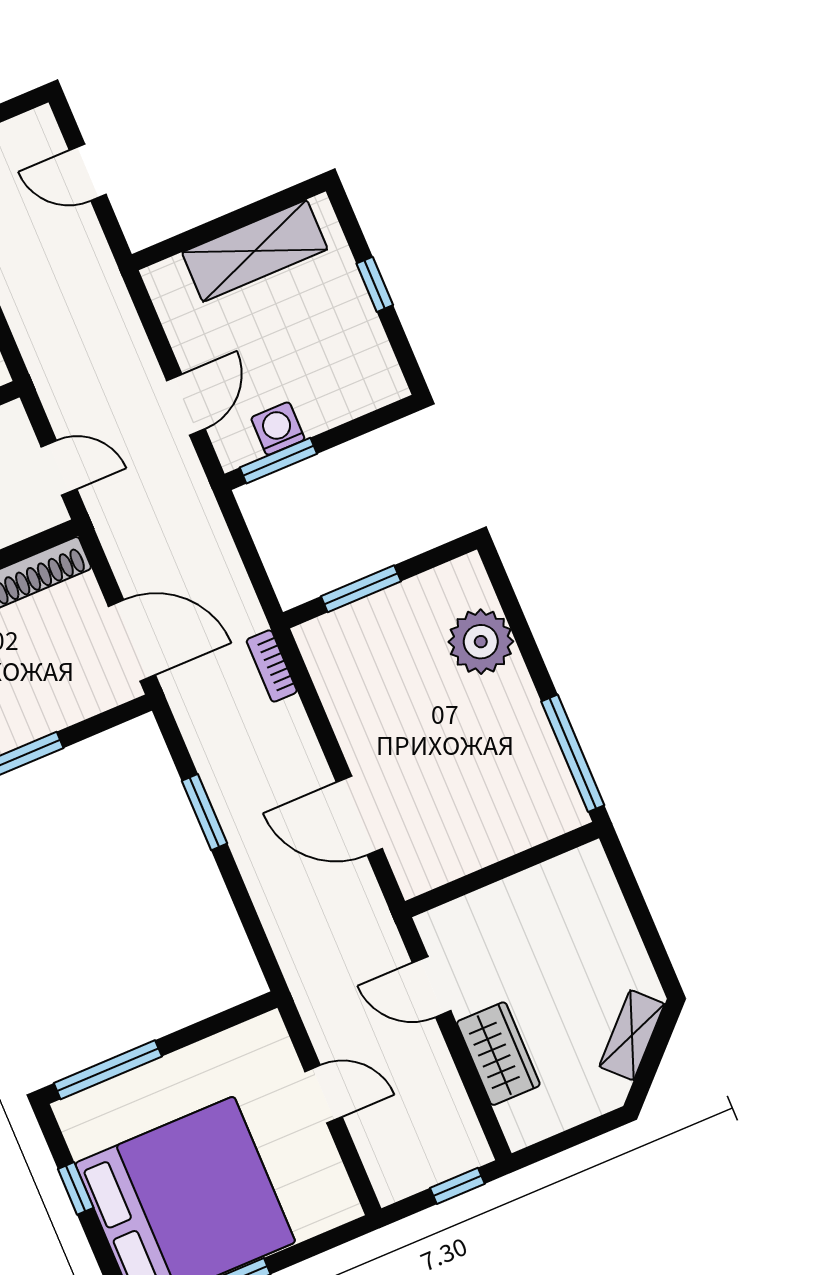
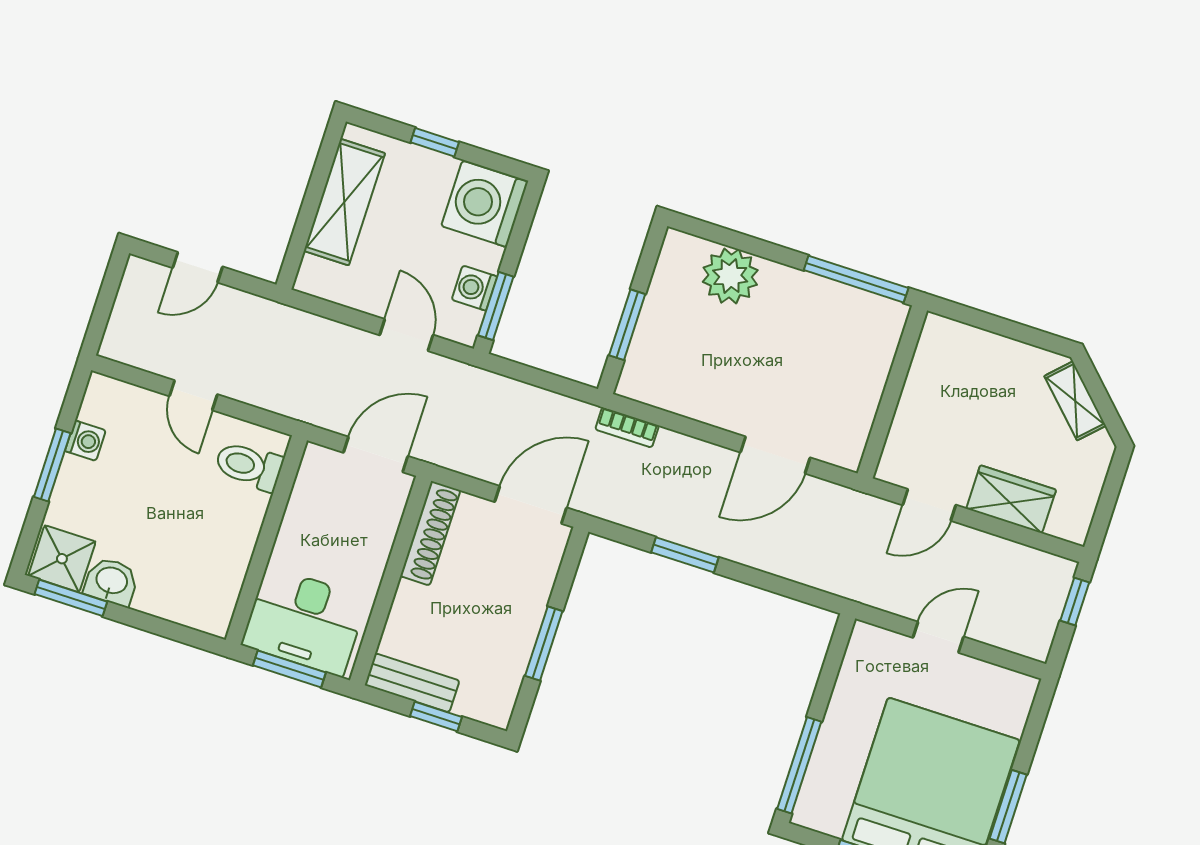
washing machine: (359, 374) -> (485, 204), added
door: (59, 468) -> (376, 454), width x1.37

